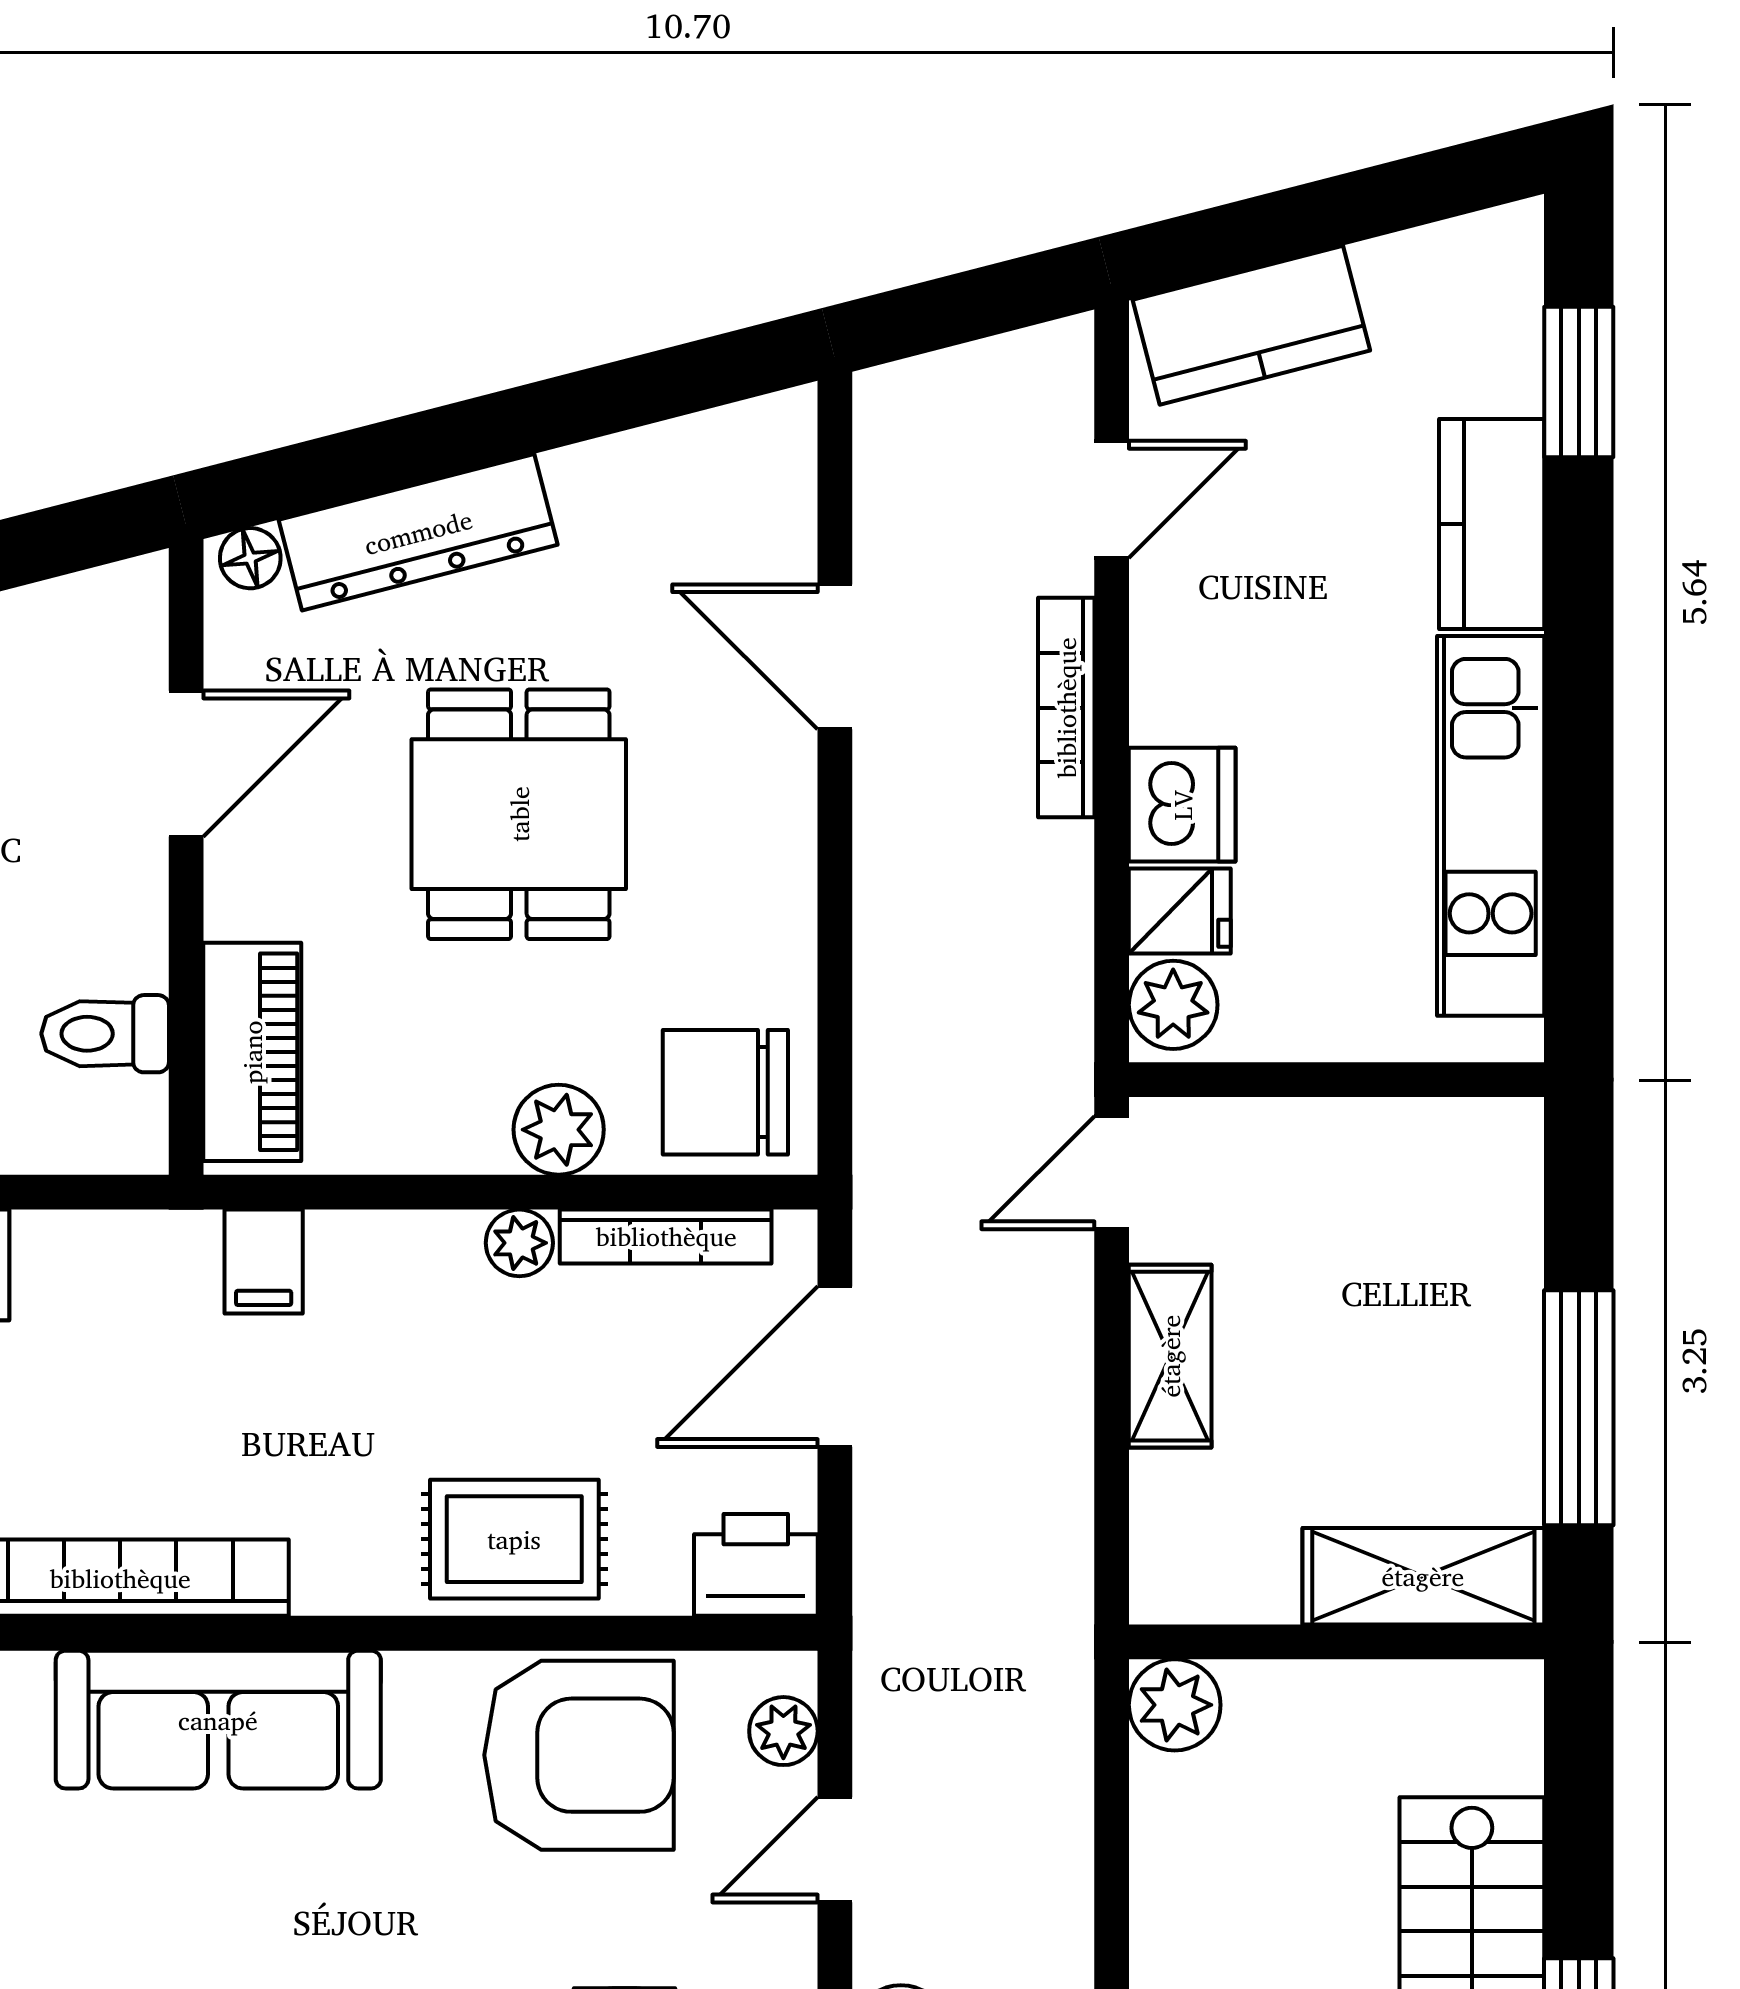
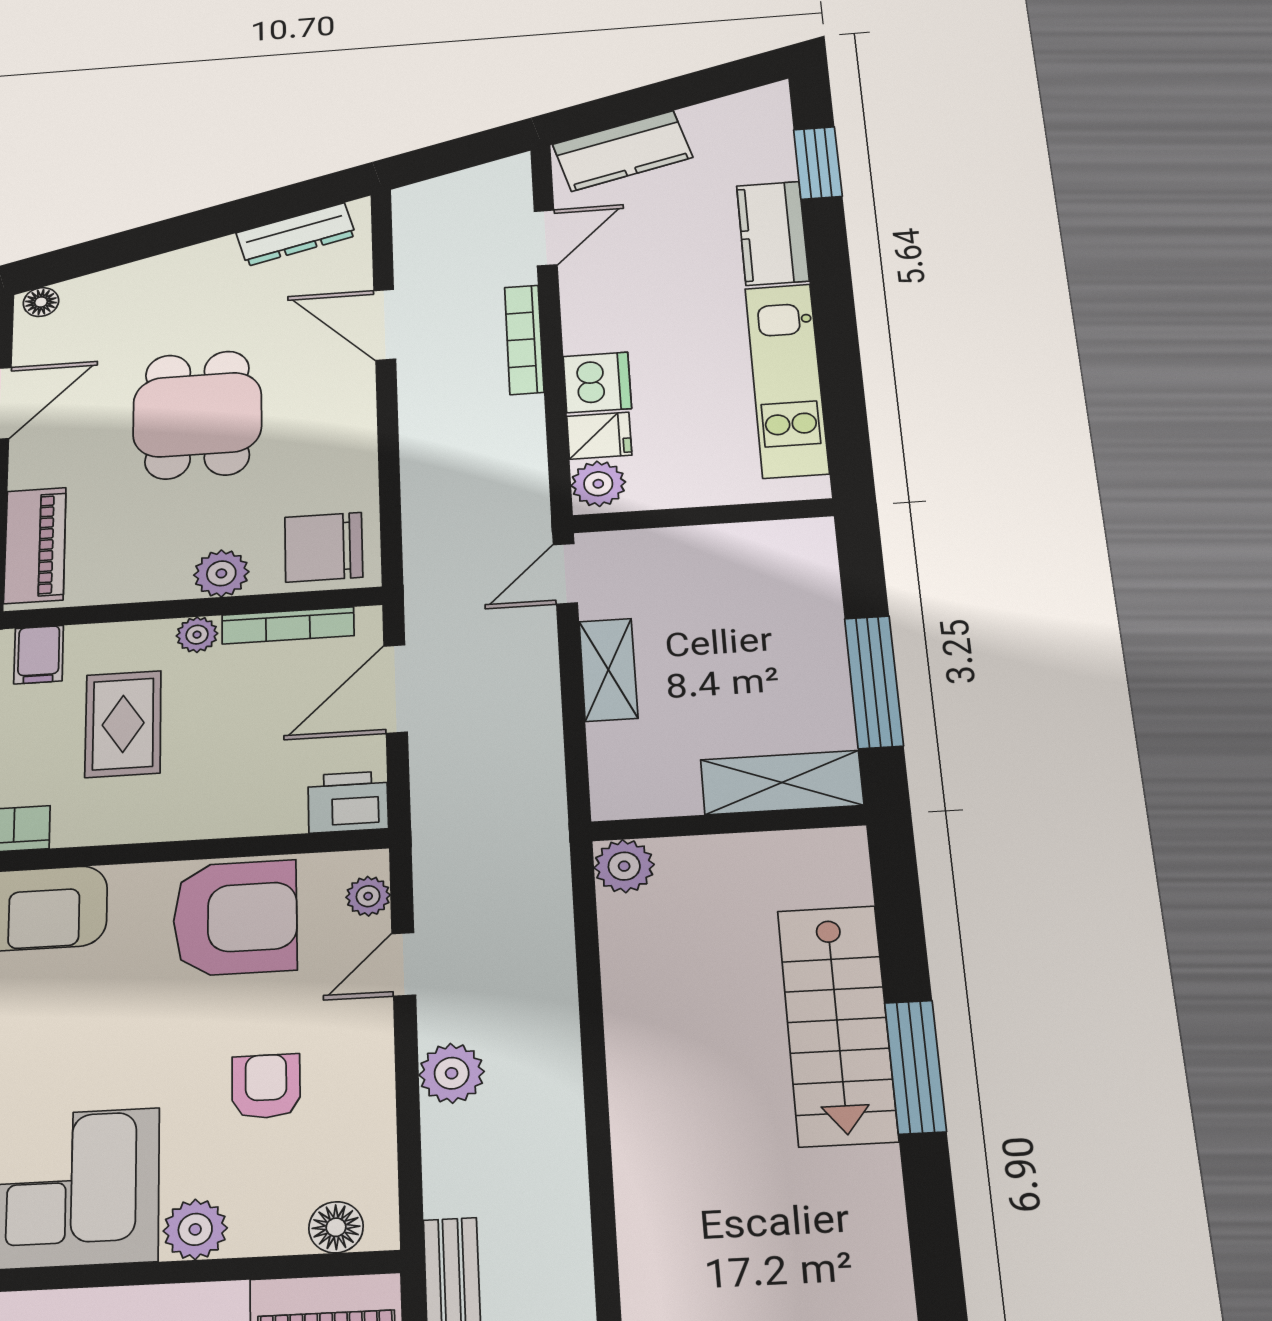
dresser: (418, 532) -> (296, 234), moved, width x0.73, depth x0.80
rug: (514, 1539) -> (123, 724), moved, turned 90

